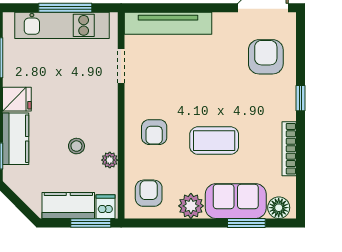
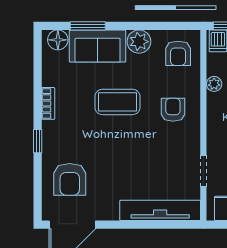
bookcase: (289, 149) -> (48, 103), width x0.64

